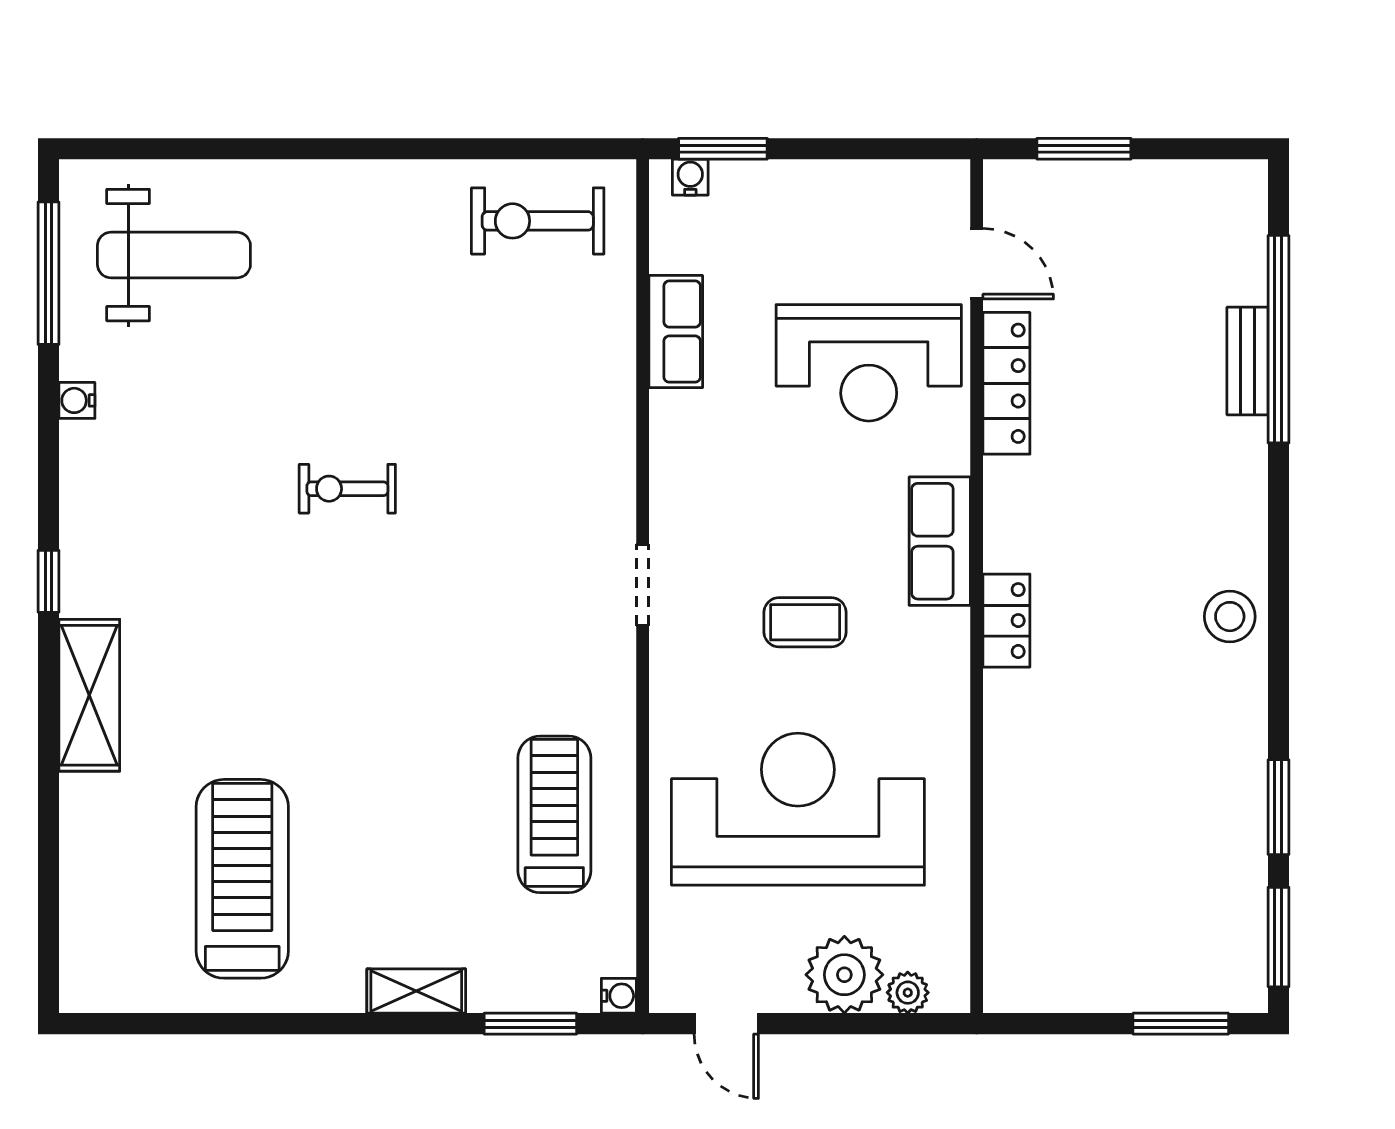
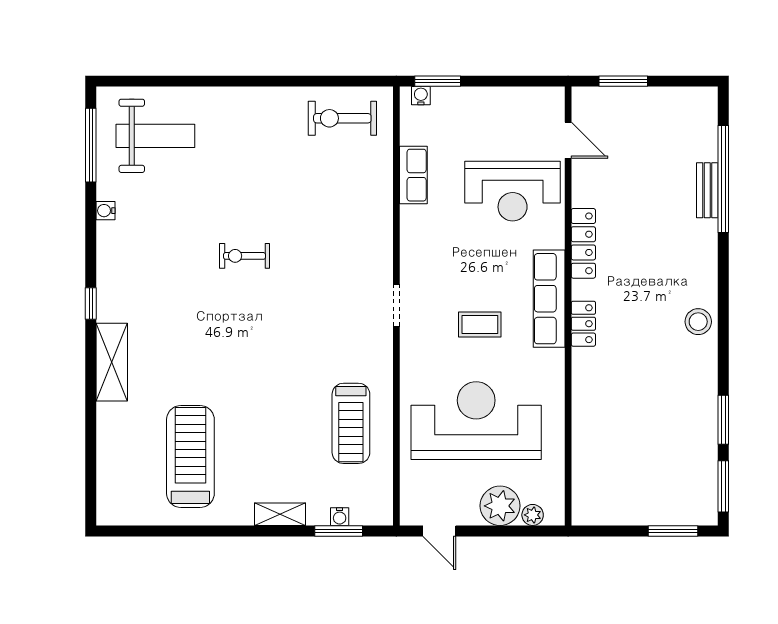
locker: (1006, 383) -> (583, 243), moved
row of seats: (940, 541) -> (549, 299), width x1.48
treadmill: (554, 814) -> (351, 423), turned 180
water cooler: (619, 996) -> (340, 517), moved, turned 90

